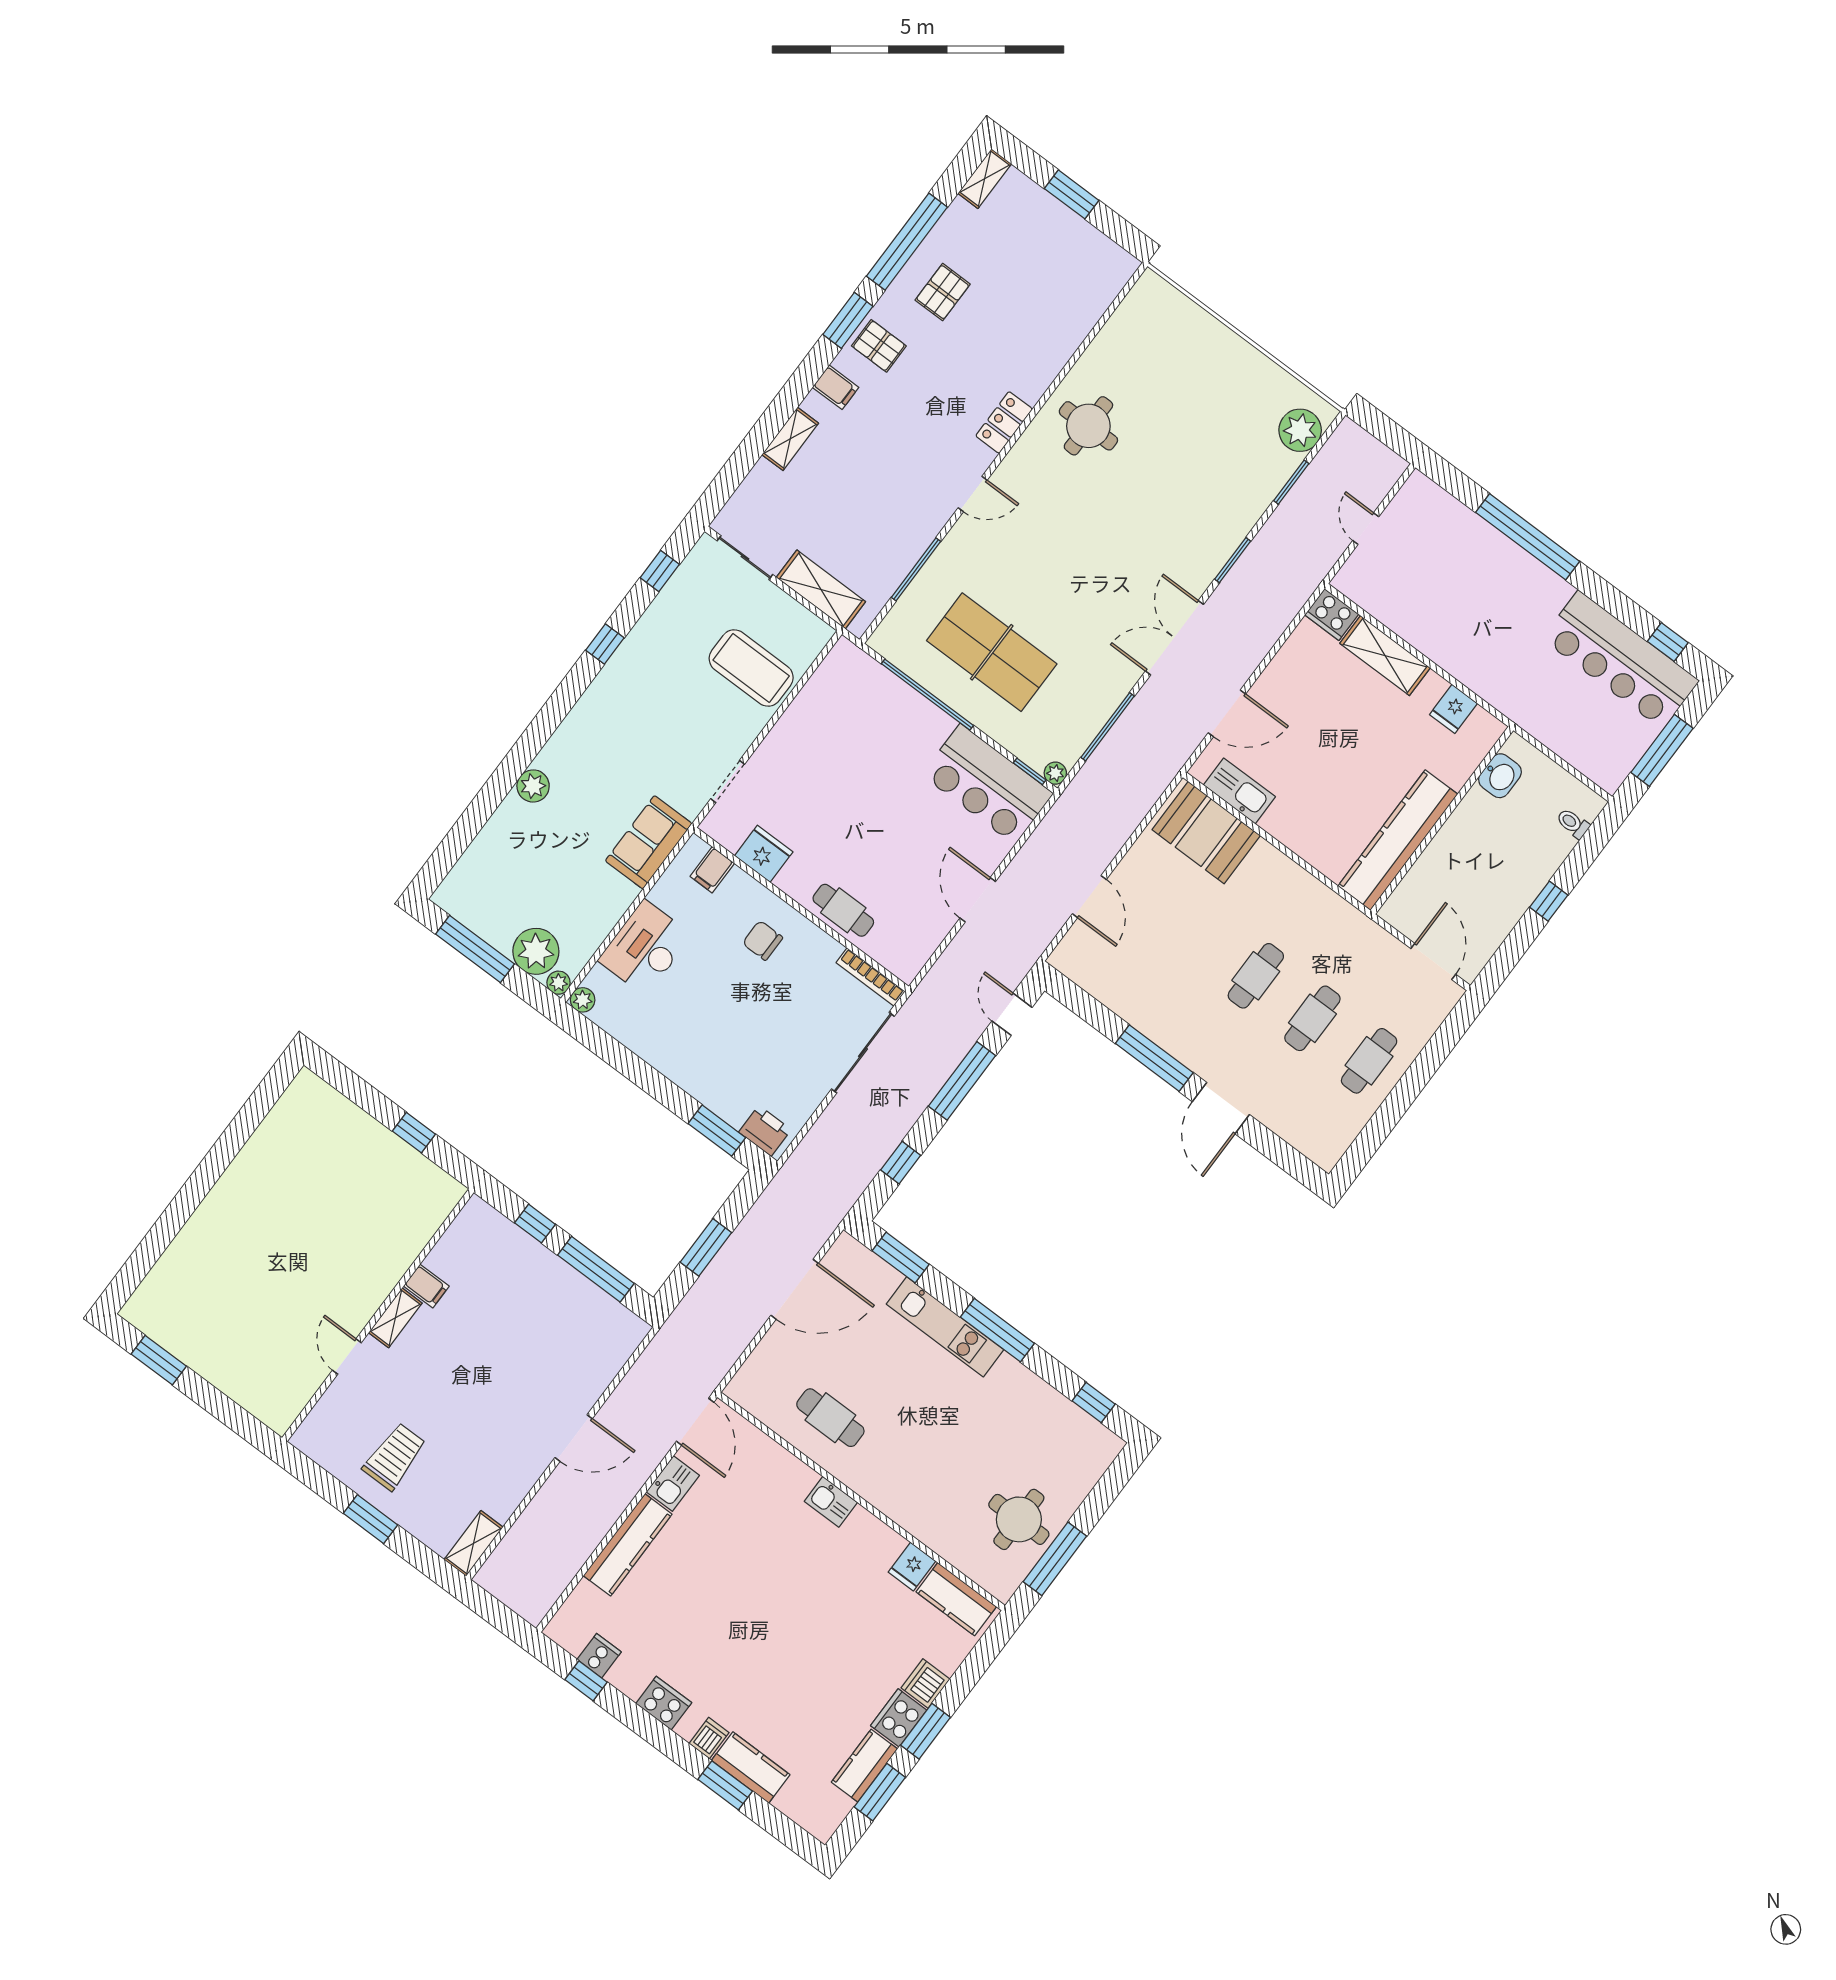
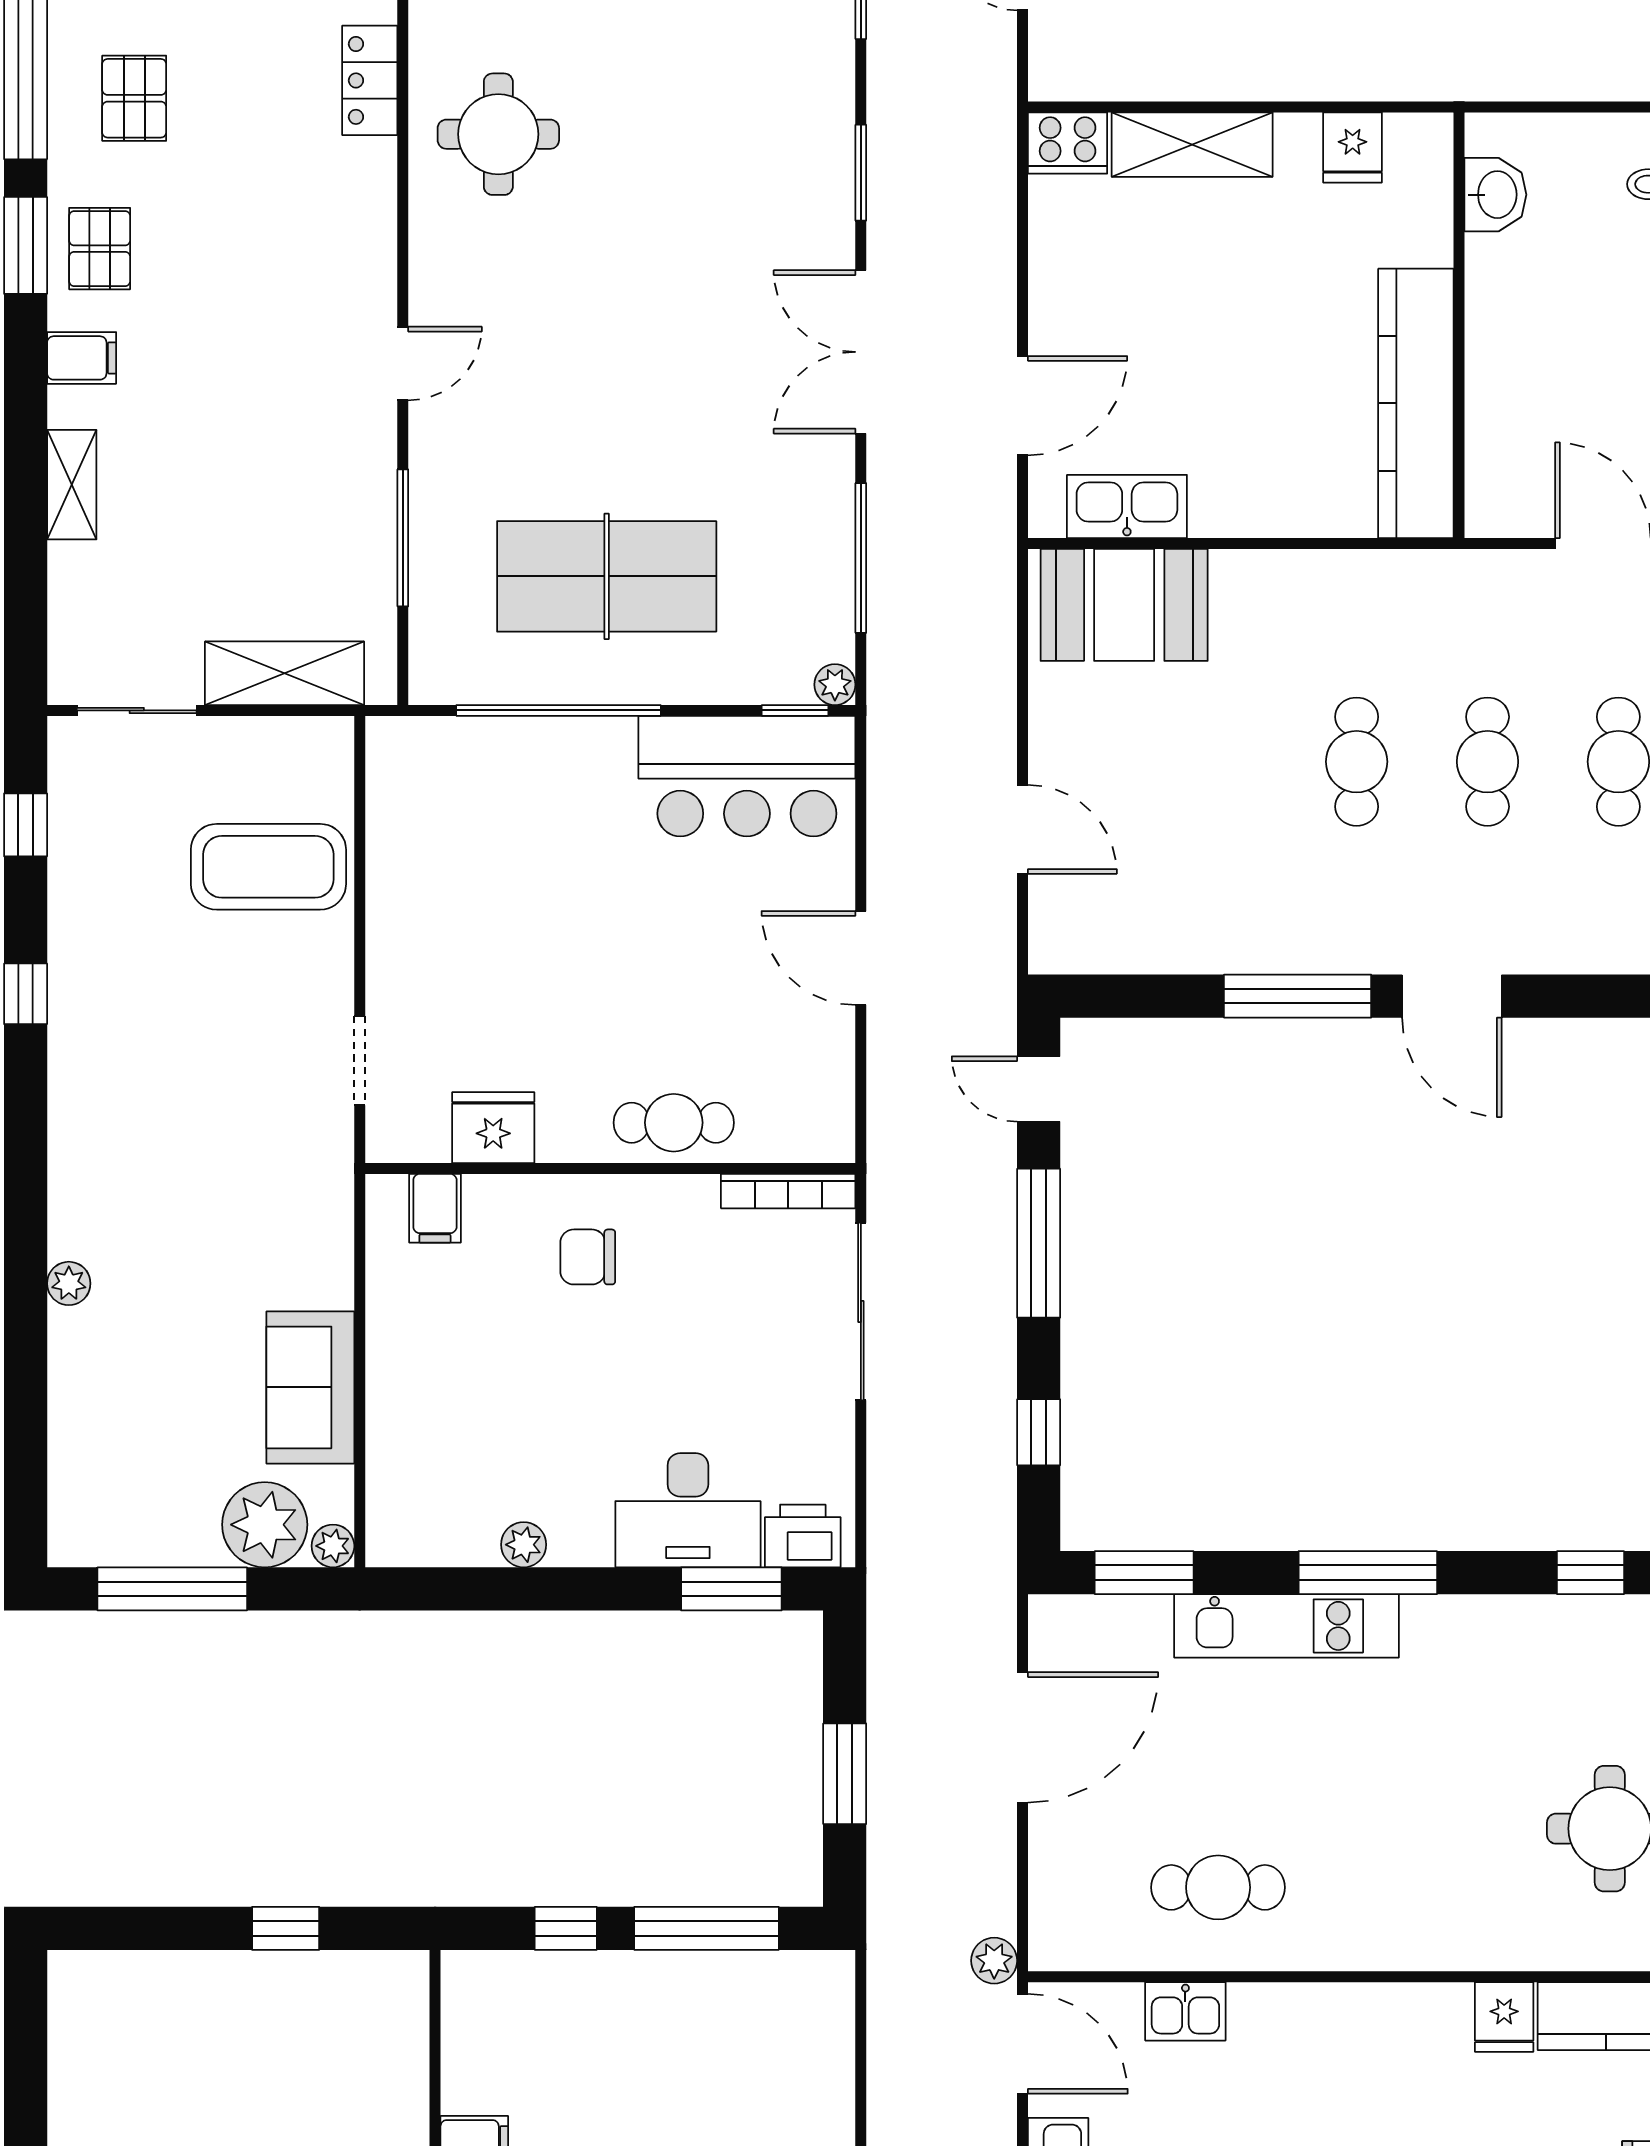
pallet: (879, 346) -> (100, 249), turned 90
locker: (1004, 422) -> (370, 80), moved
plant: (533, 786) -> (69, 1283), width x0.73, depth x0.73
sofa: (649, 842) -> (310, 1387), moved
desk: (645, 948) -> (688, 1510), moved, turned -90
plant: (583, 1000) -> (524, 1545), moved
plant: (710, 1377) -> (994, 1961), added
kitchen sink: (831, 1502) -> (1185, 2011), moved

